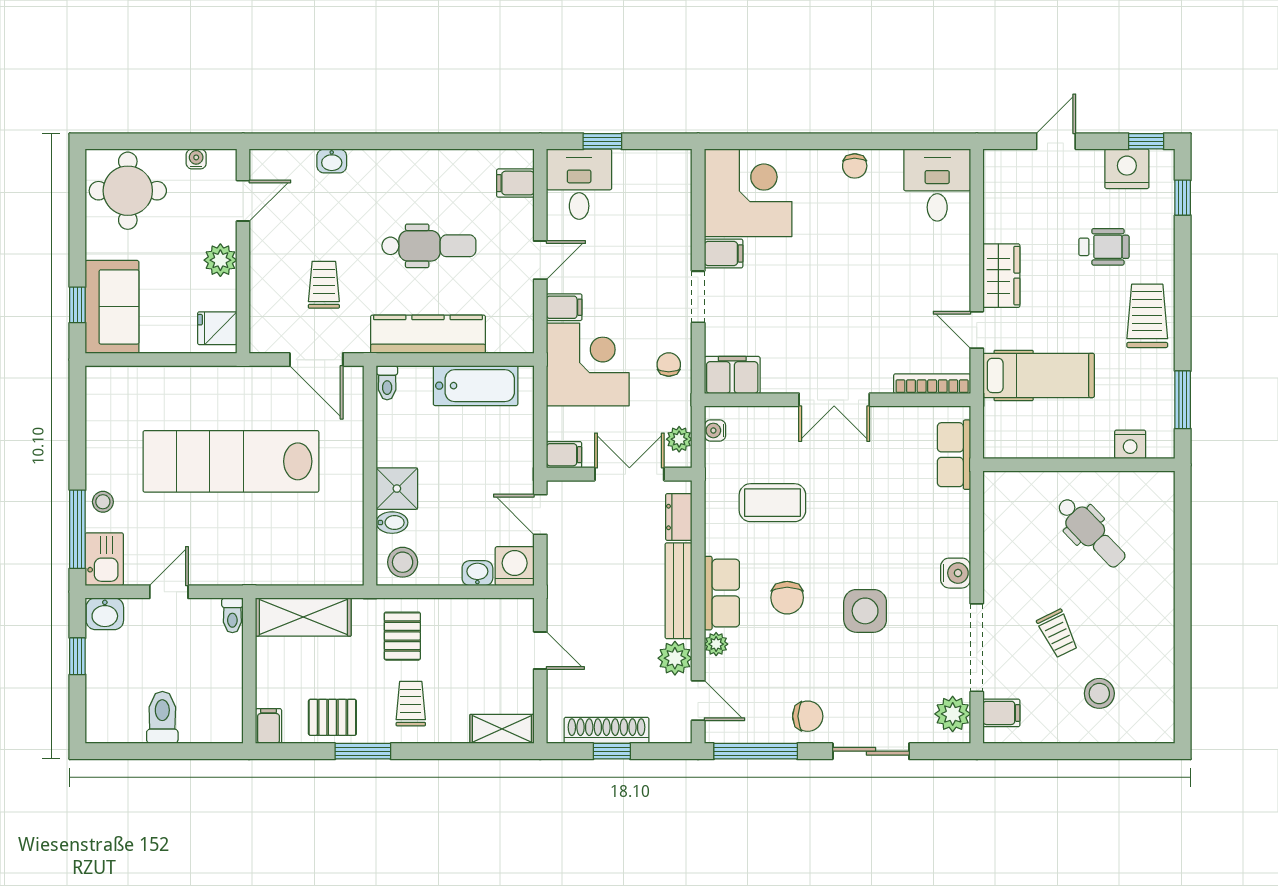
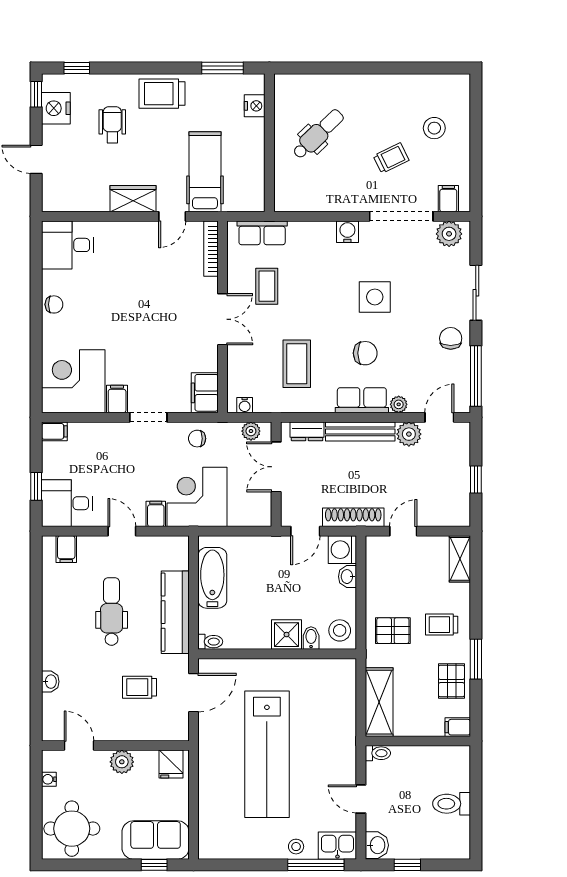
filing cabinet: (564, 455) -> (54, 431), moved, turned 90
coffee table: (880, 461) -> (267, 286), added
shoe rack: (607, 730) -> (353, 517), moved, turned 90

